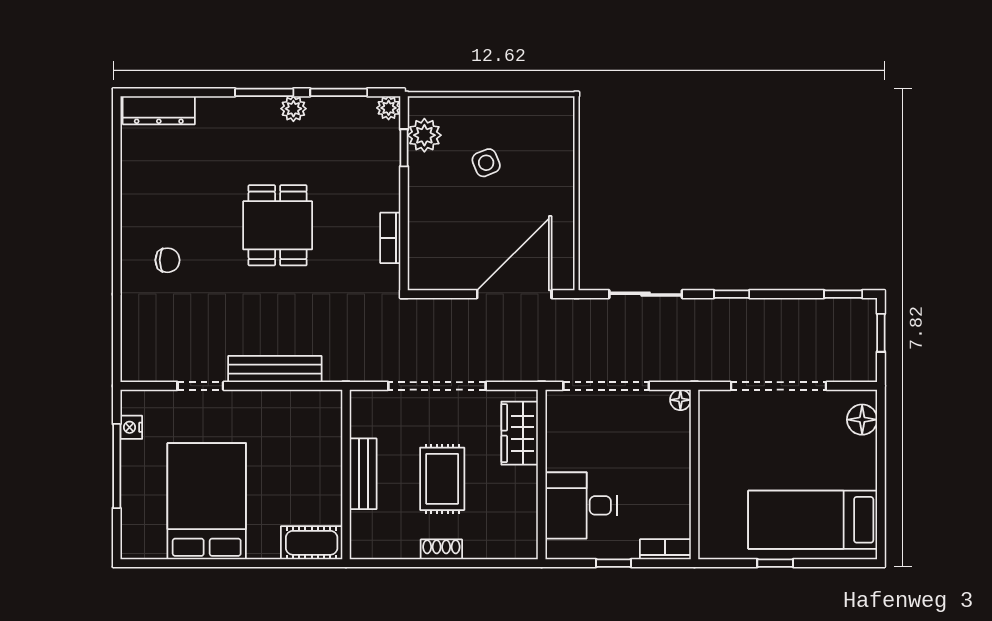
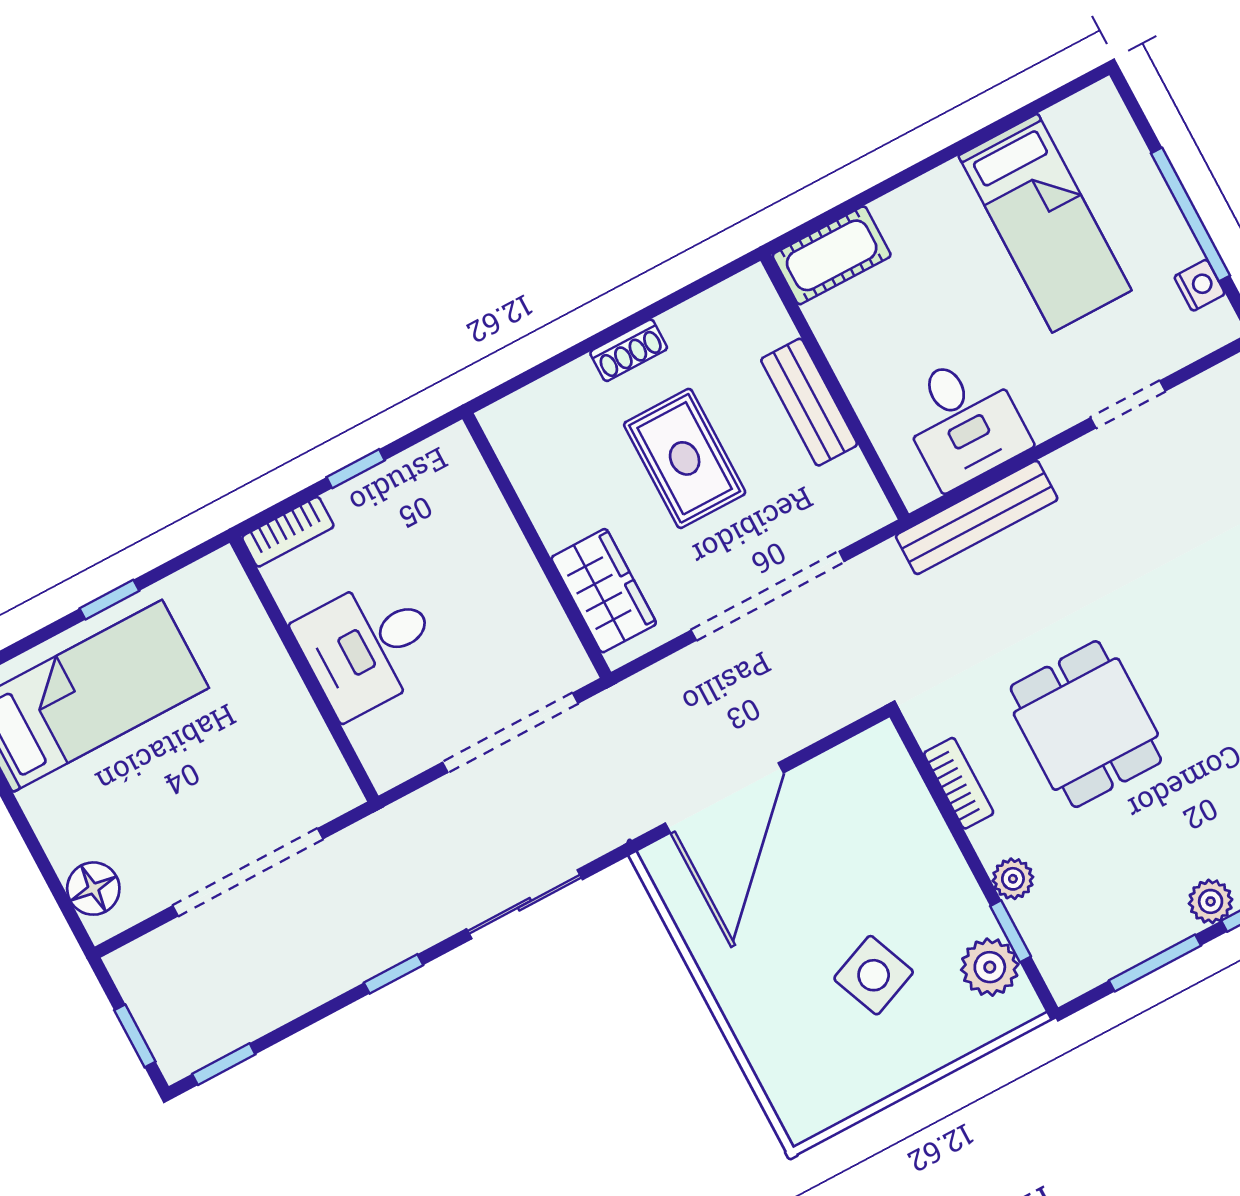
plant: (389, 108) -> (1013, 879), moved
side table: (486, 163) -> (874, 975), width x1.37, depth x1.37
dining table: (278, 225) -> (1086, 724), moved
bench: (275, 369) -> (977, 517), moved
floor lamp: (680, 400) -> (386, 771), removed
desk: (289, 422) -> (963, 421), added
bed: (207, 501) -> (1045, 223), width x0.67
desk: (581, 505) -> (369, 646), moved, turned 180

